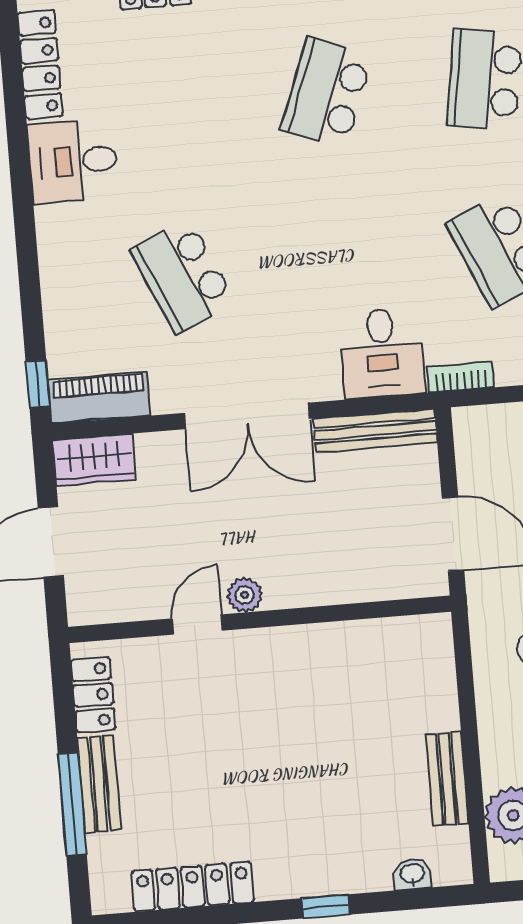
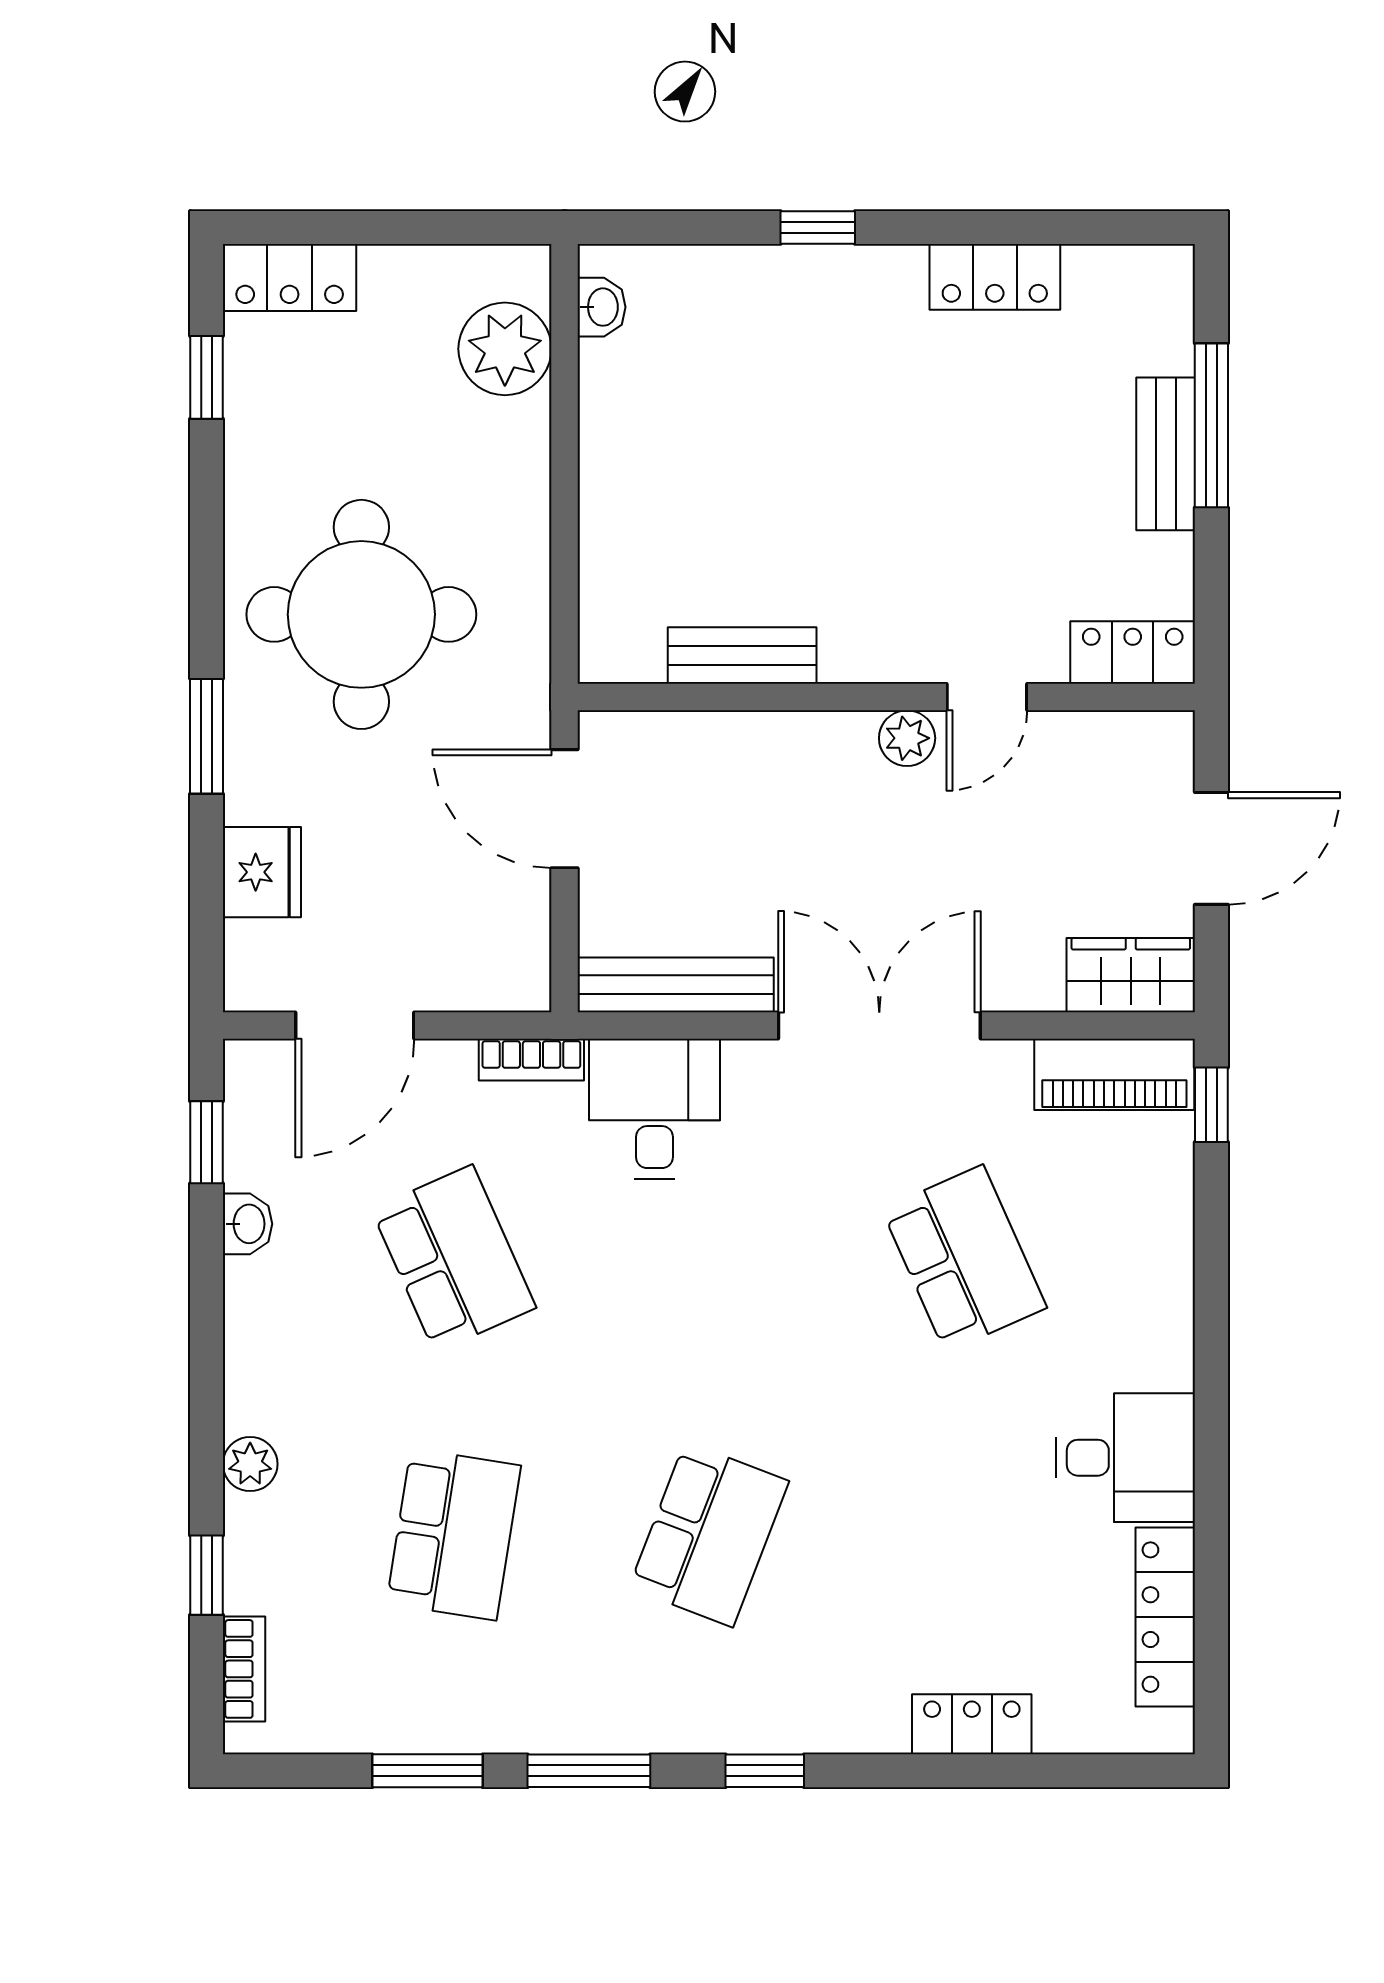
locker: (93, 695) -> (1133, 652), moved, turned 90
bench: (447, 779) -> (742, 656), moved, turned 90
washbasin: (412, 874) -> (601, 307), moved, turned -90
locker: (193, 887) -> (995, 277), width x0.66

